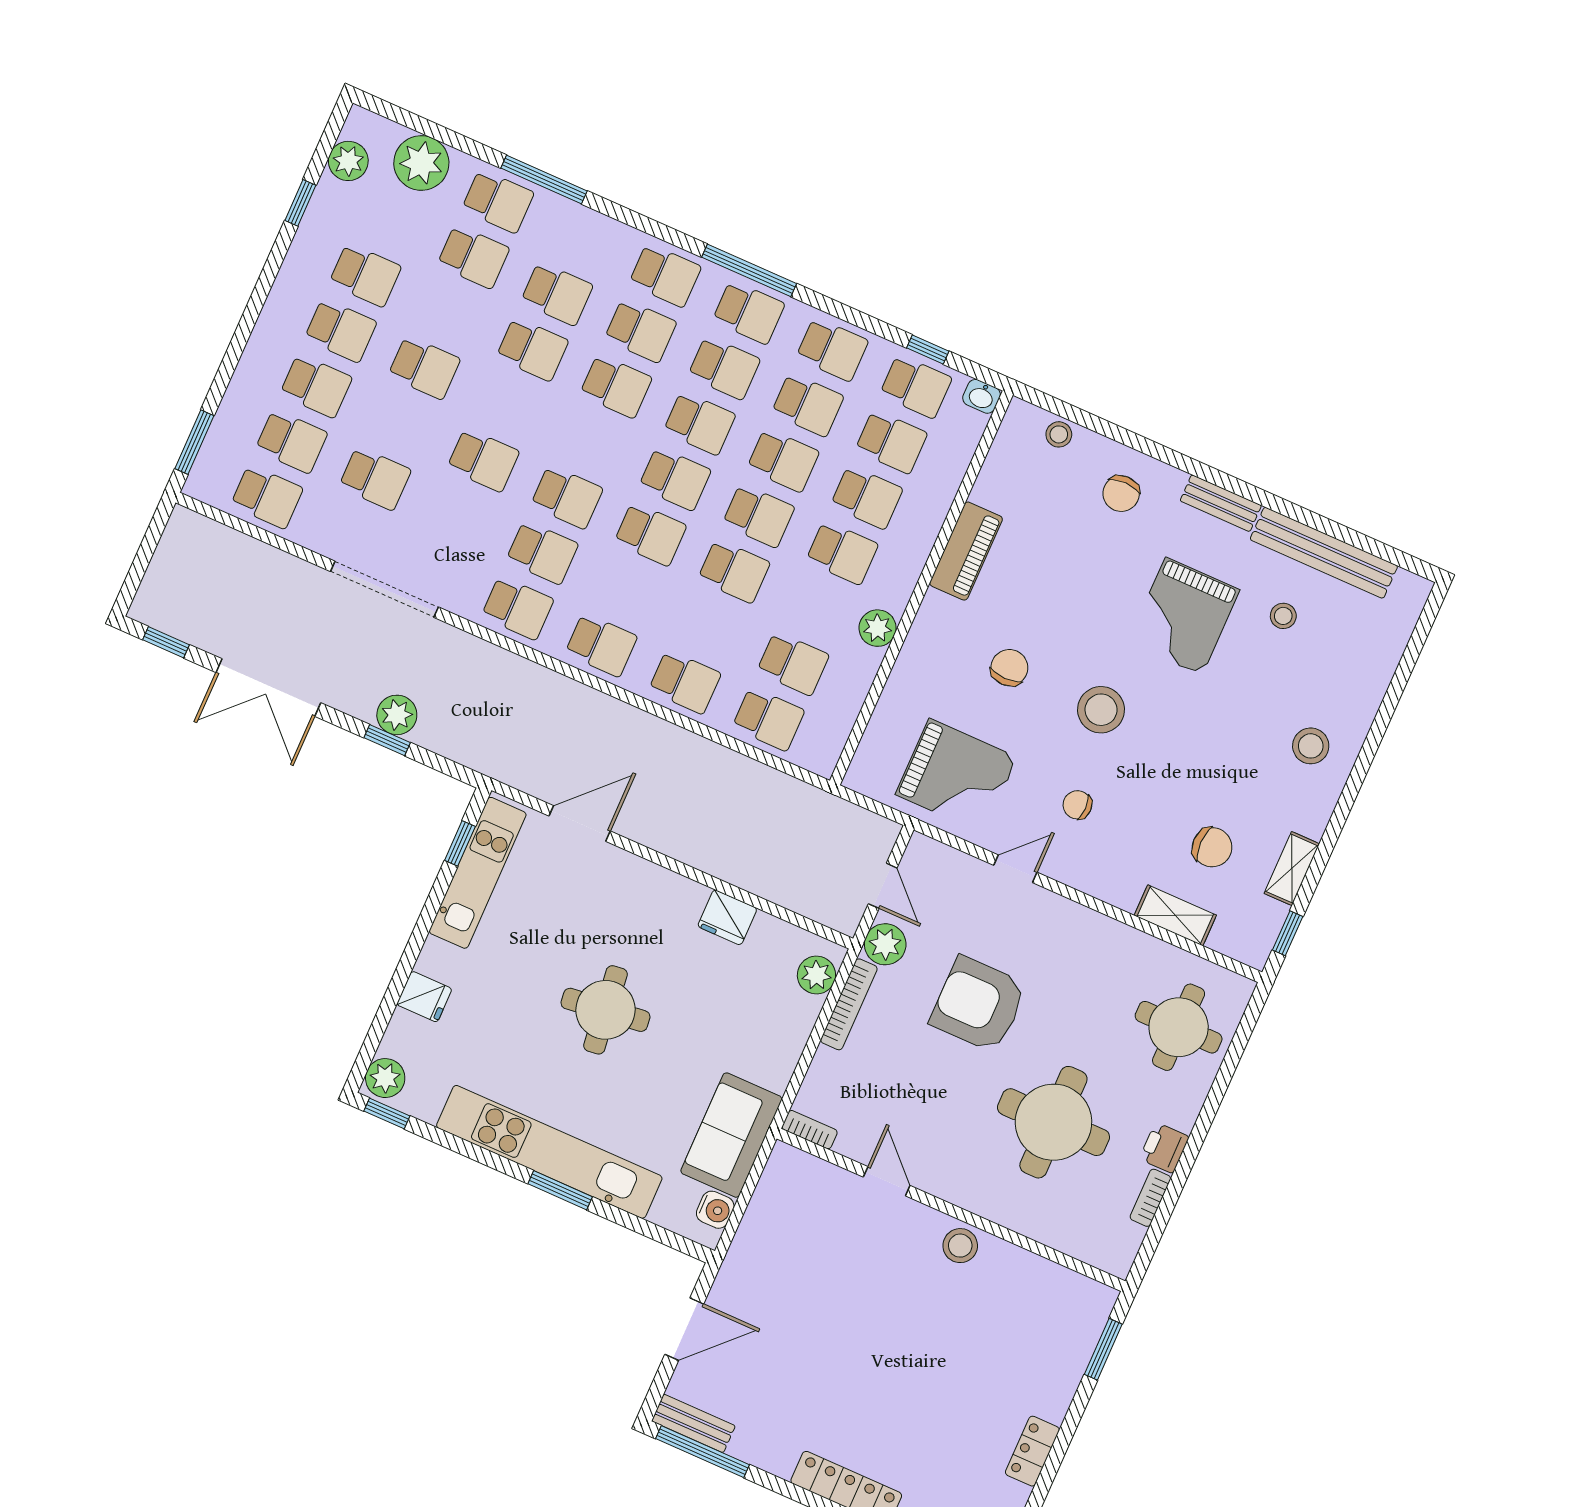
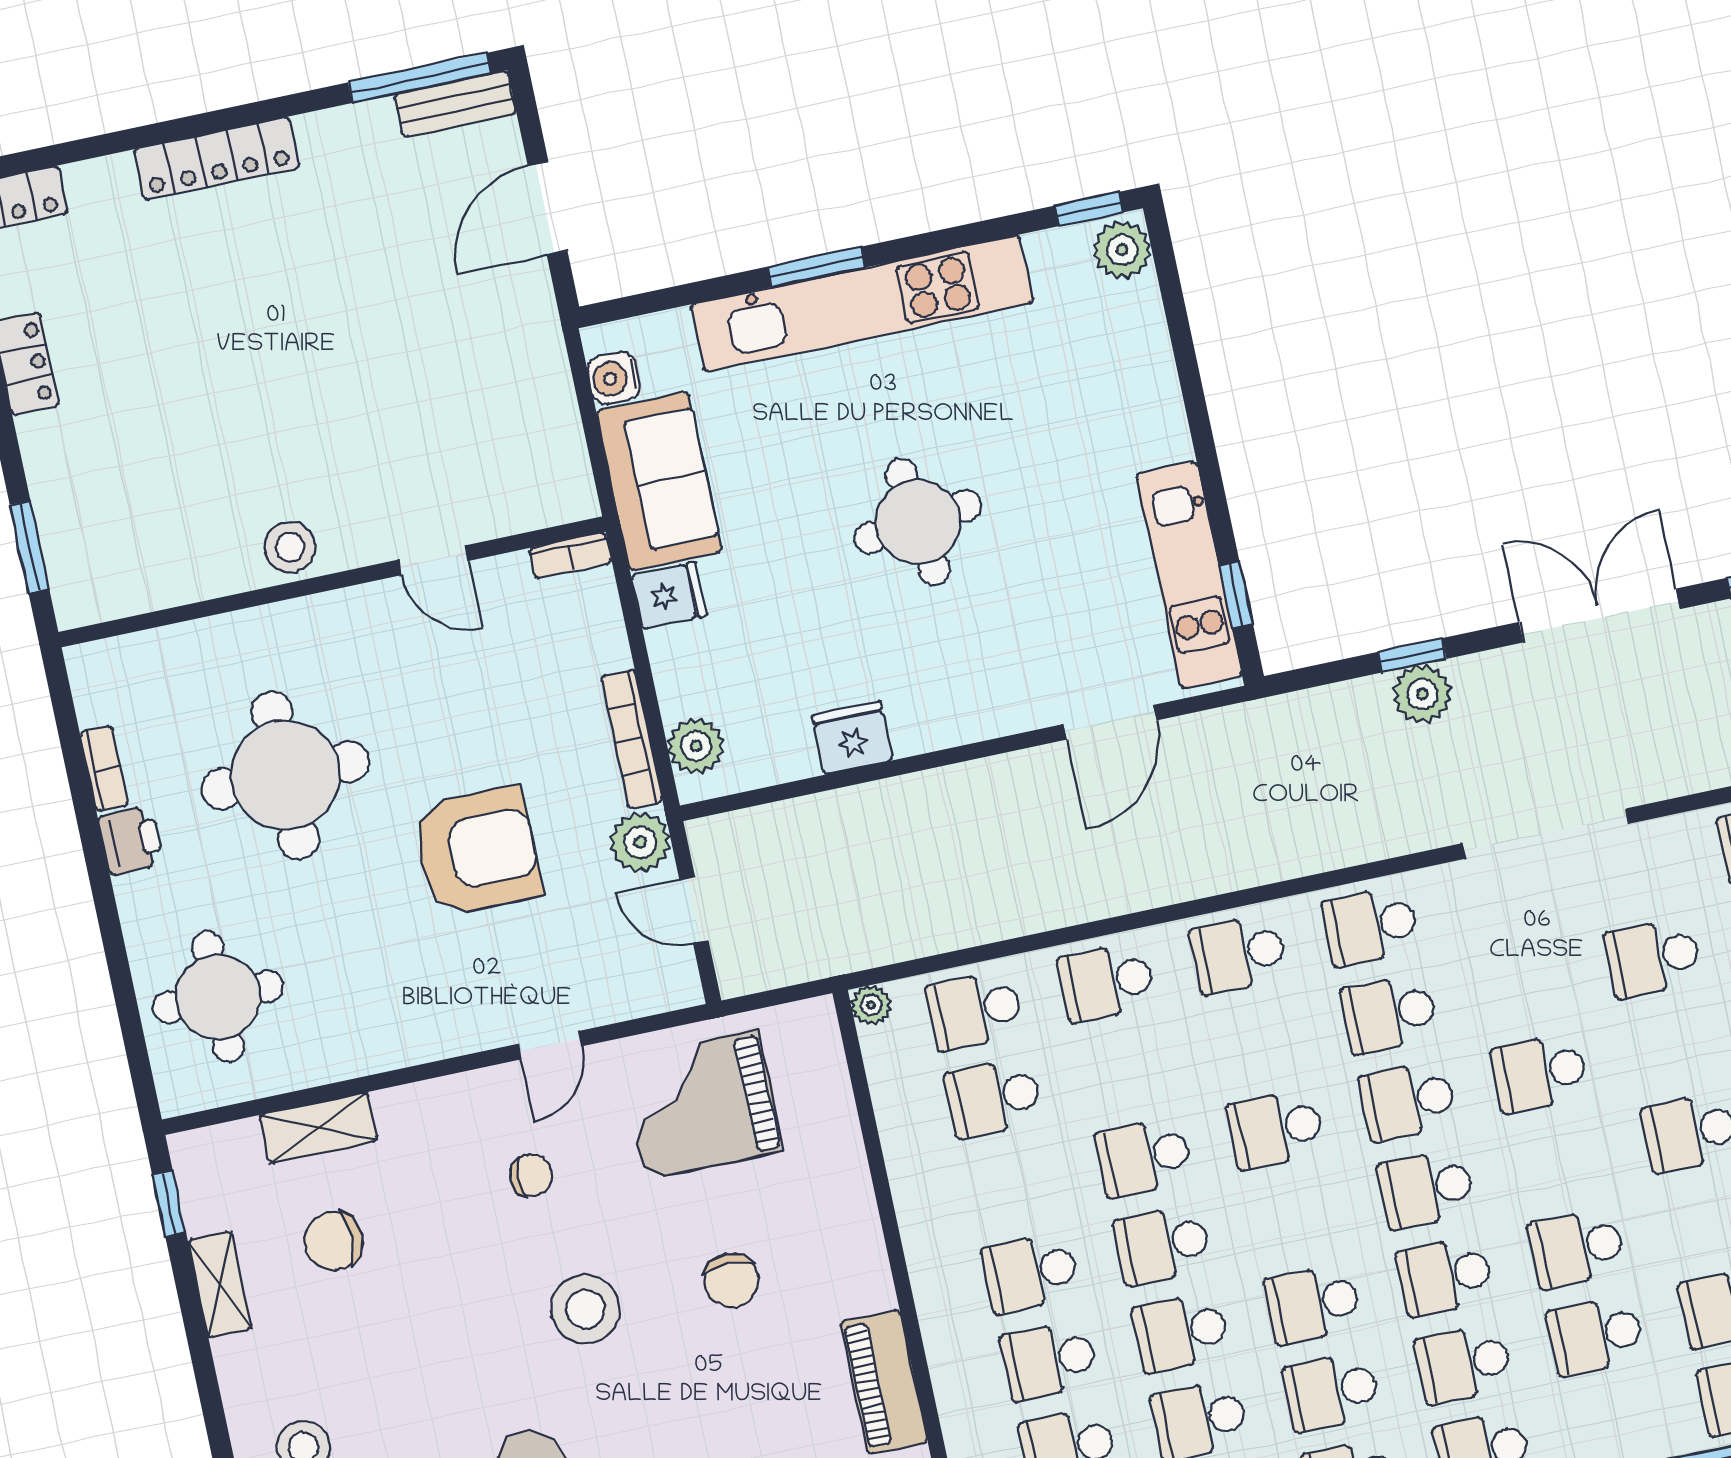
school desk: (675, 479) -> (1426, 1189), moved
plant: (878, 628) -> (871, 1005), moved, width x0.73, depth x0.73
fridge: (424, 997) -> (669, 595), moved, turned 180

